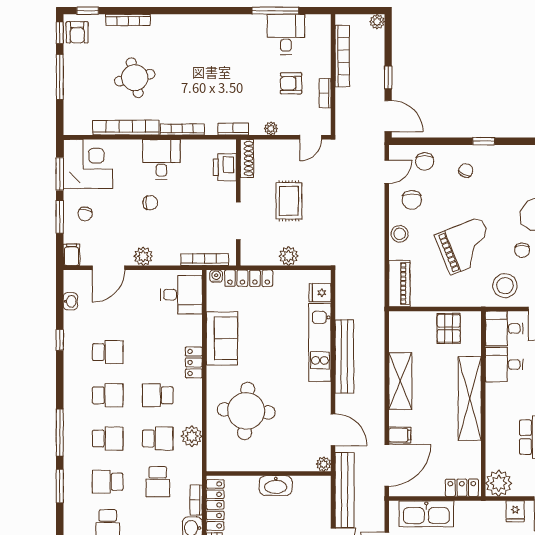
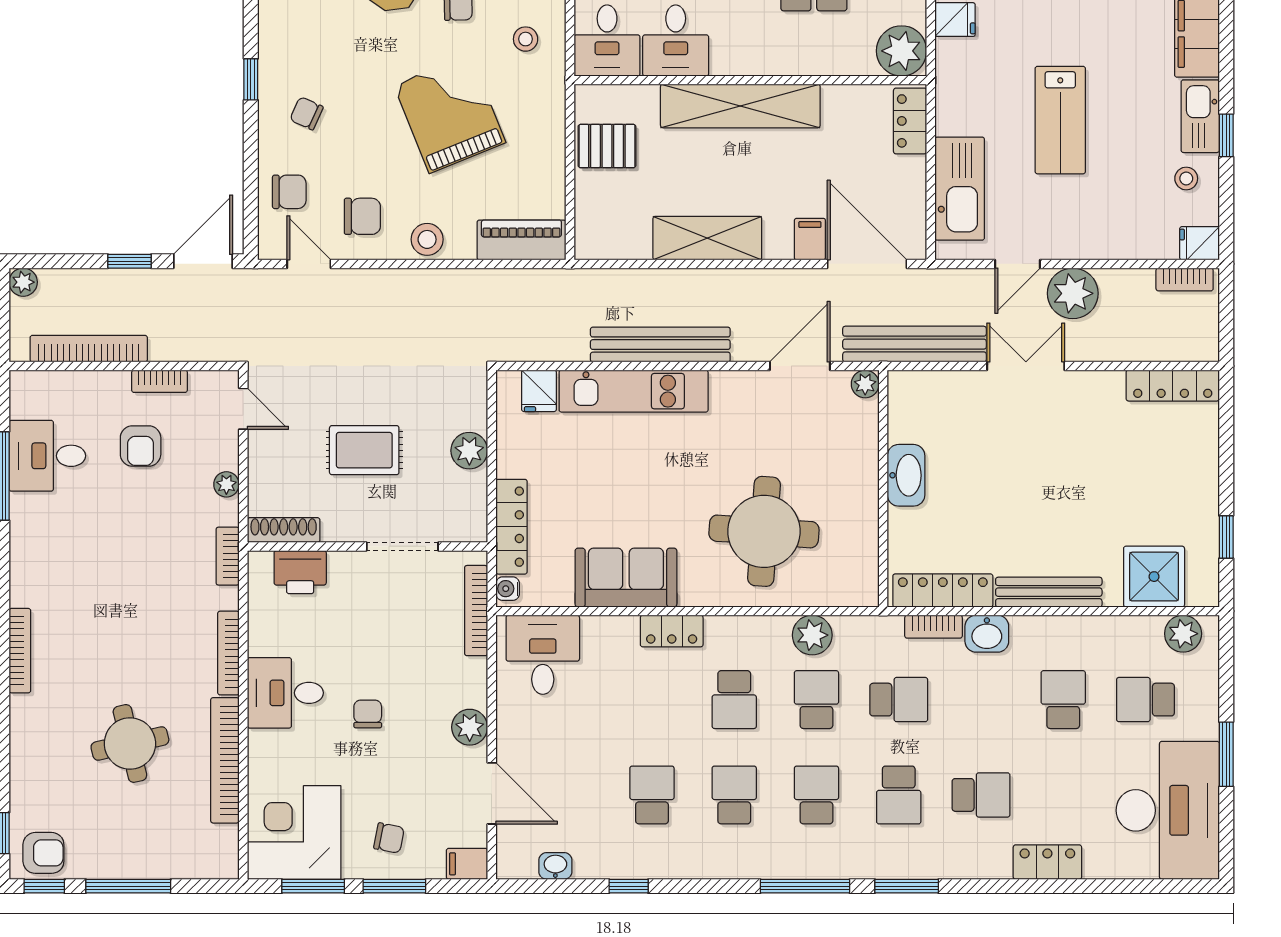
bookcase: (128, 20) -> (20, 651), moved
stool: (505, 286) -> (526, 39), width x0.53, depth x0.53

